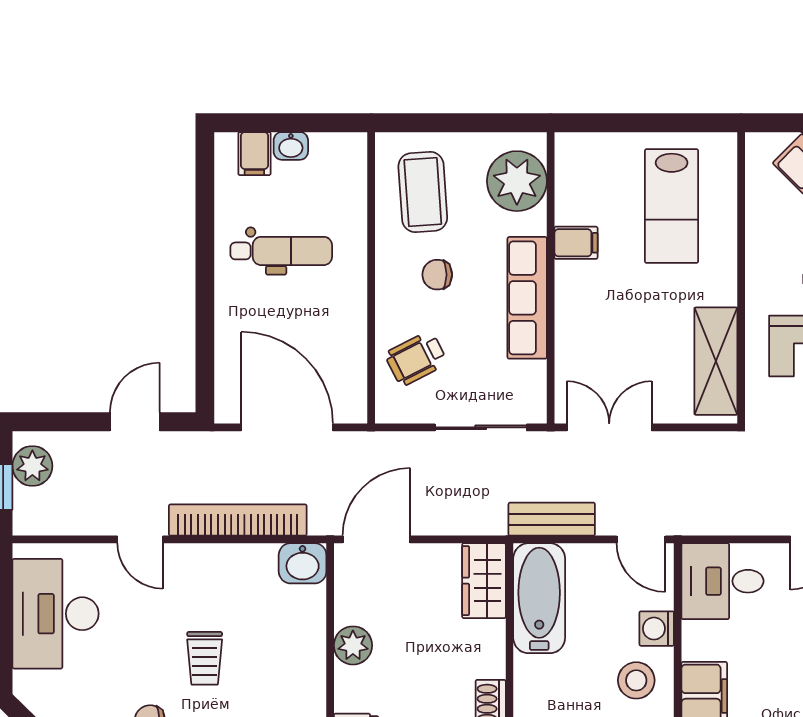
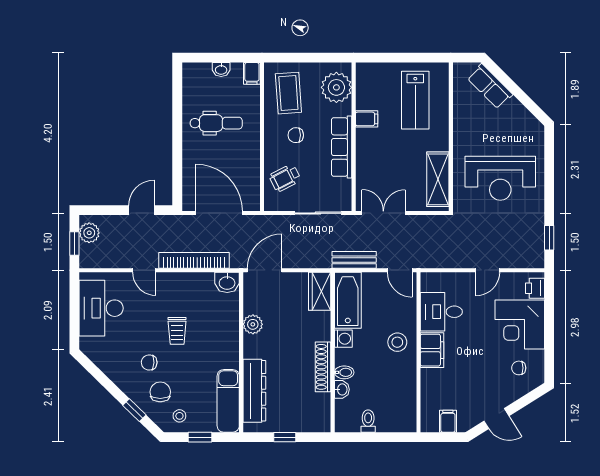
filing cabinet: (254, 154) -> (252, 73), moved
desk: (722, 581) -> (441, 312), moved
washing machine: (657, 629) -> (343, 339), moved, turned 180

